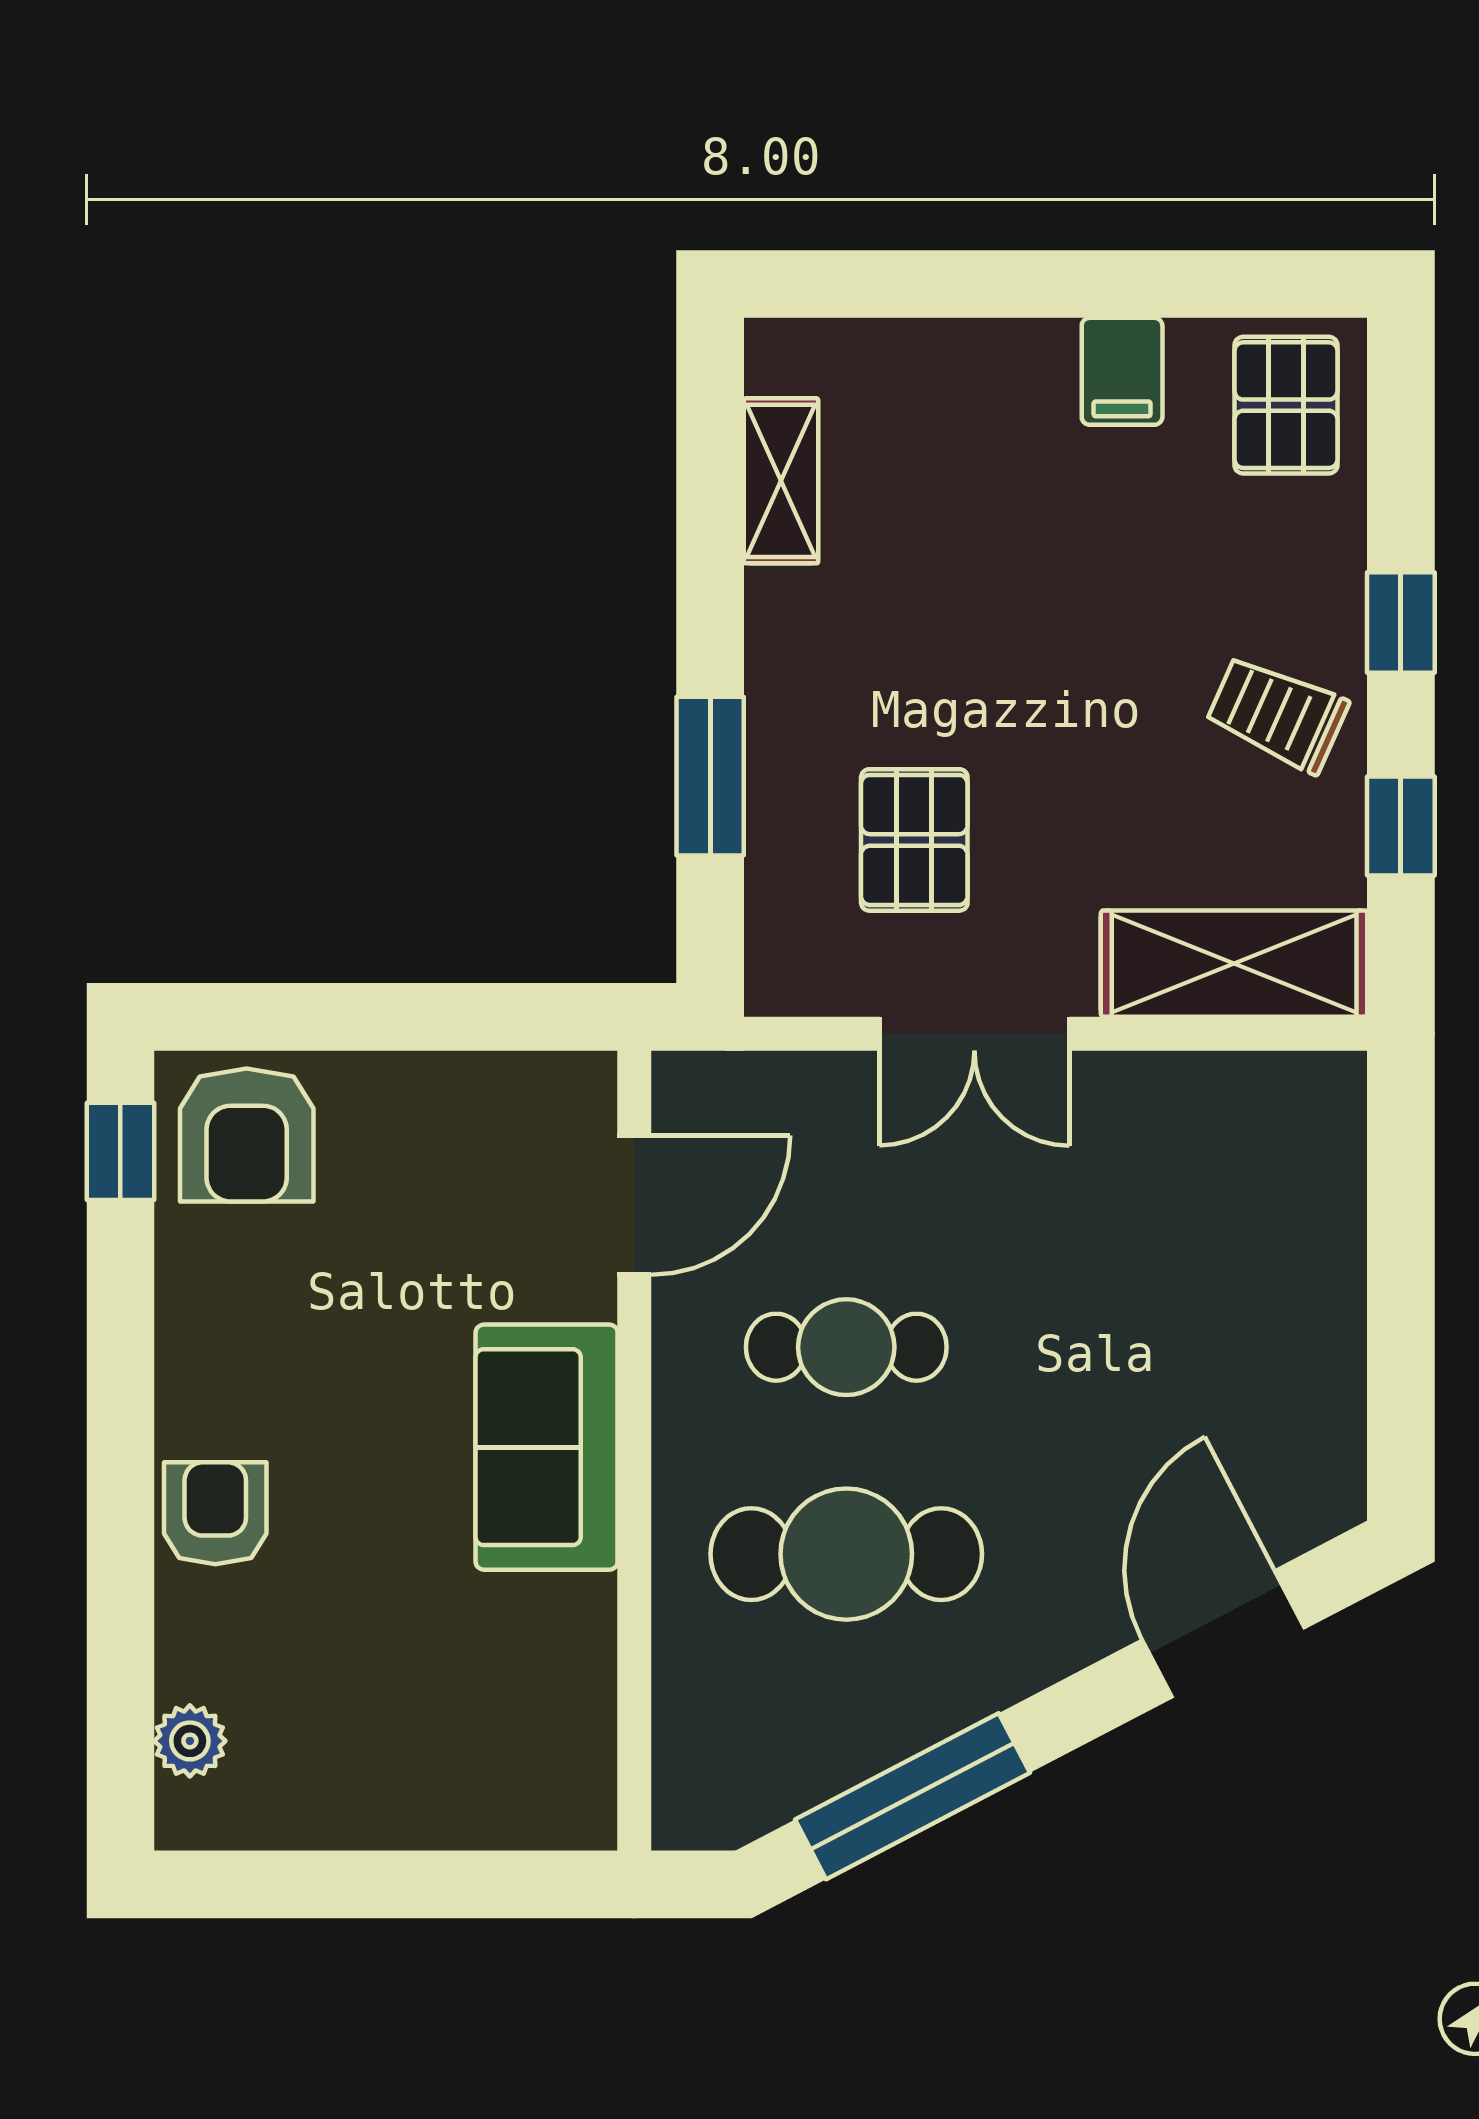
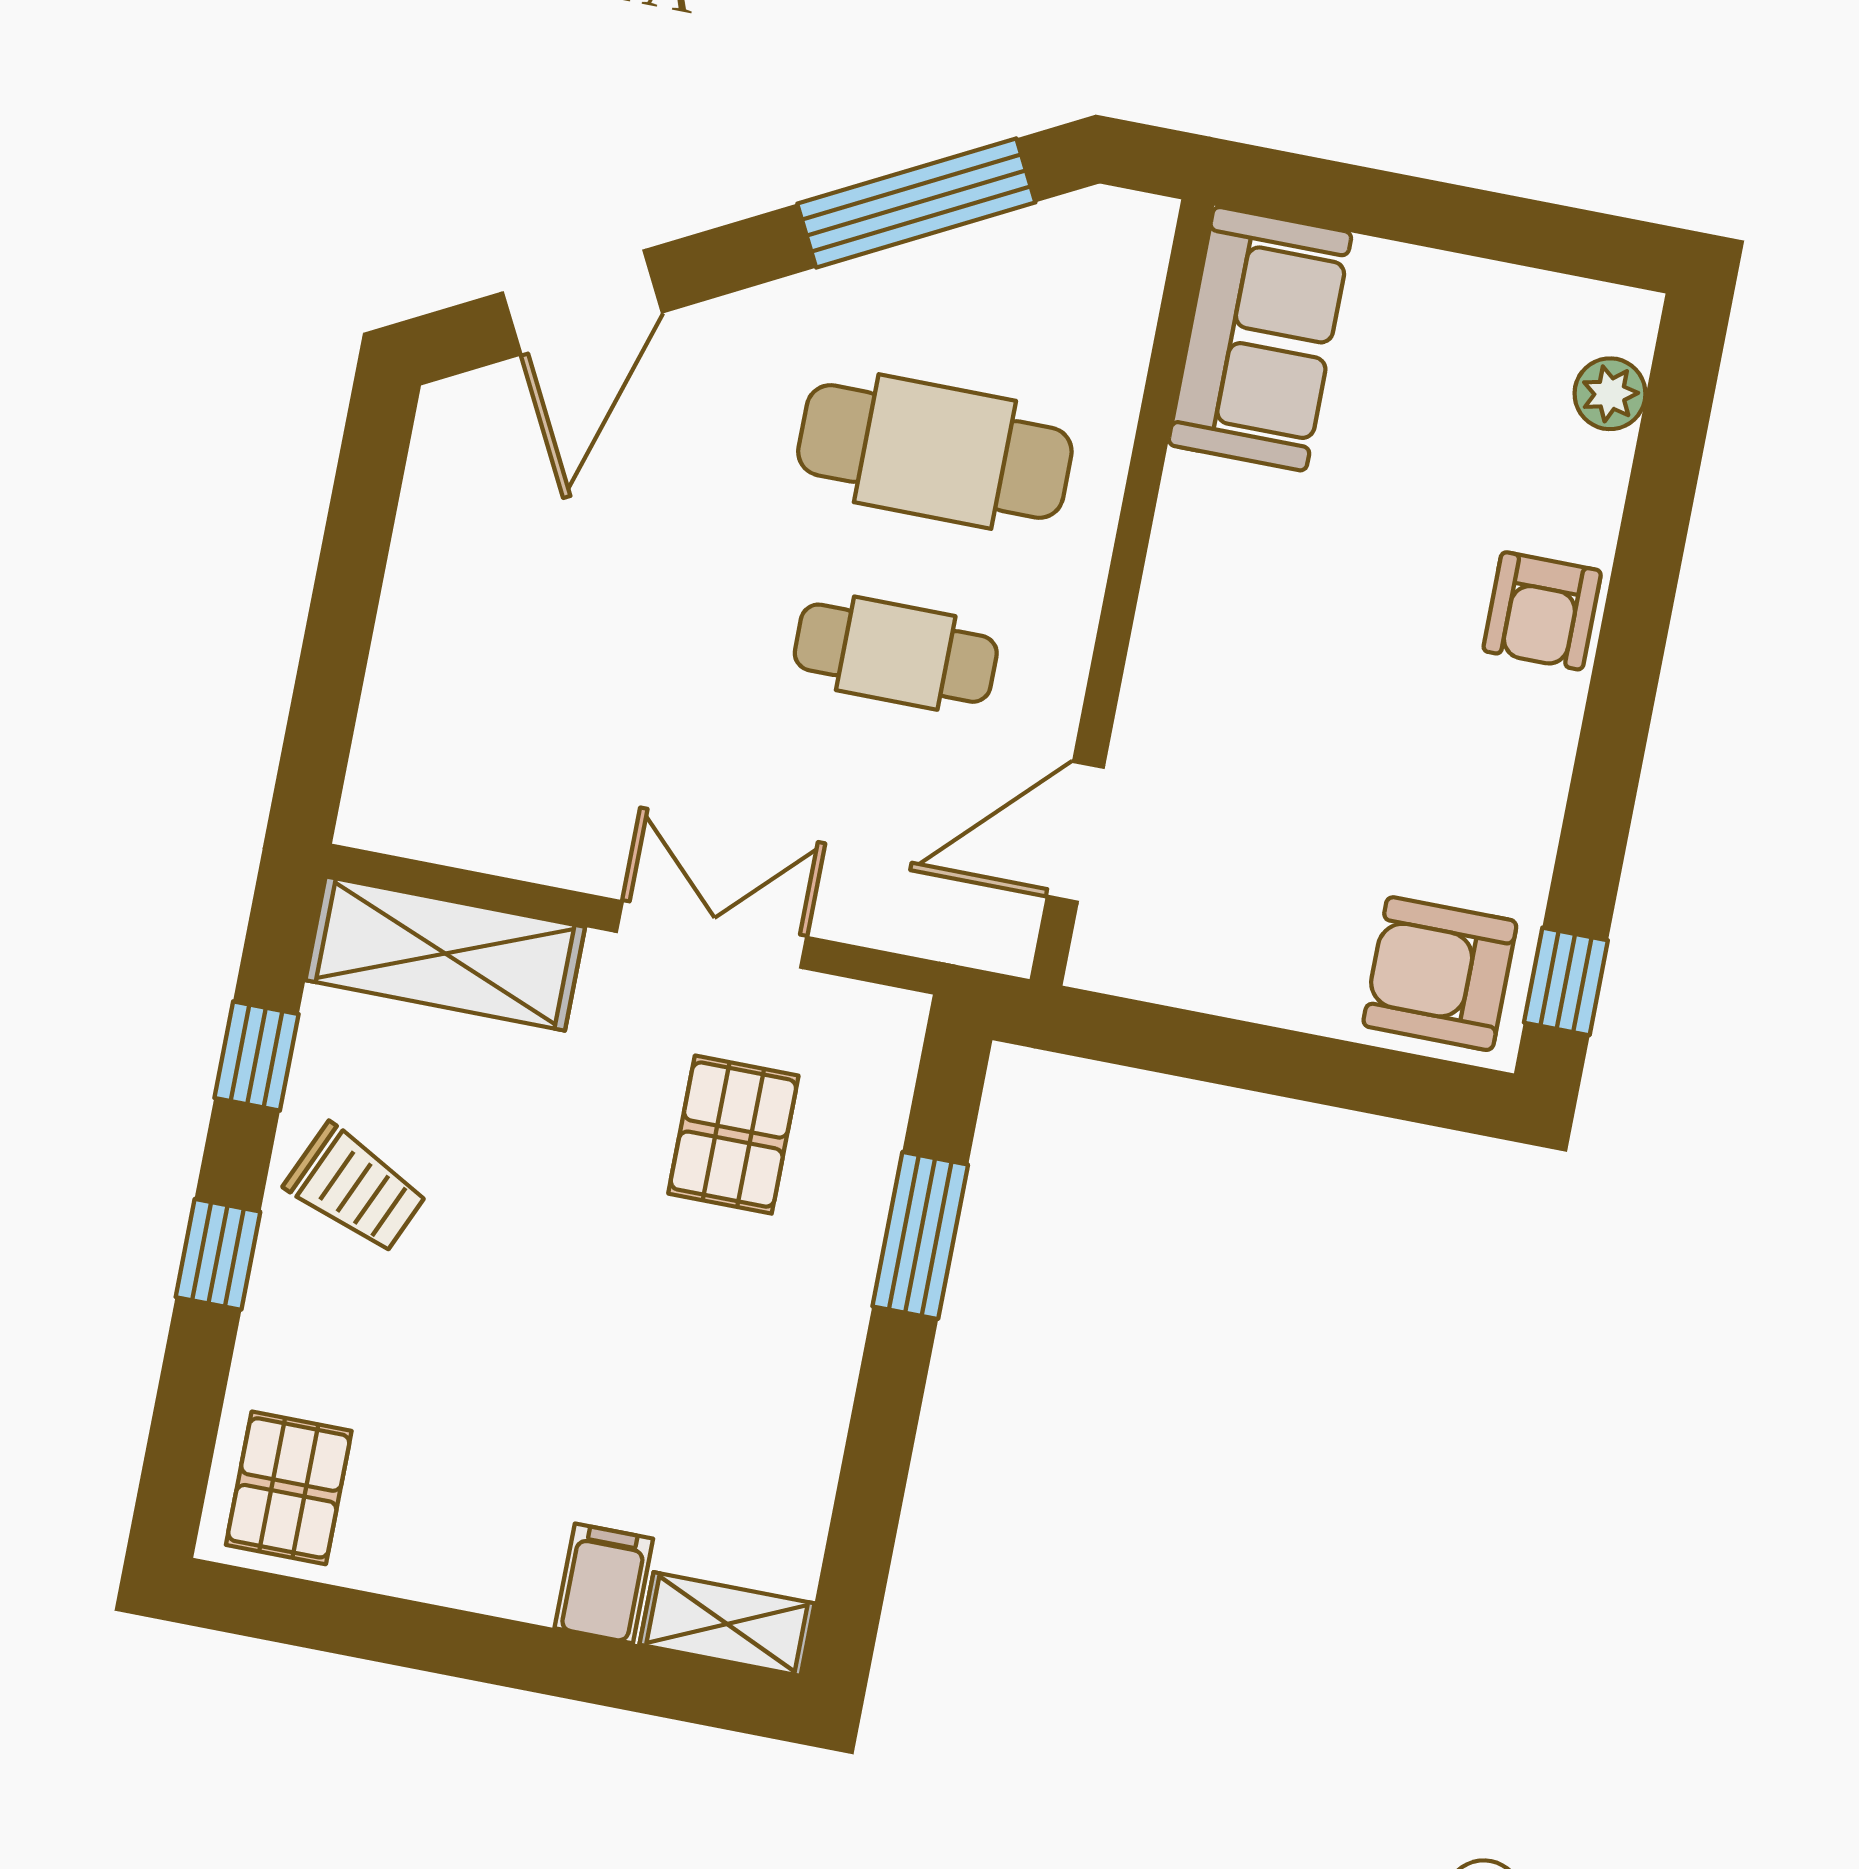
filing cabinet: (1122, 371) -> (604, 1583), moved
shelving: (781, 481) -> (727, 1624), moved, turned 90
armchair: (247, 1135) -> (1440, 974), turned -90
sofa: (547, 1447) -> (1260, 339), moved

